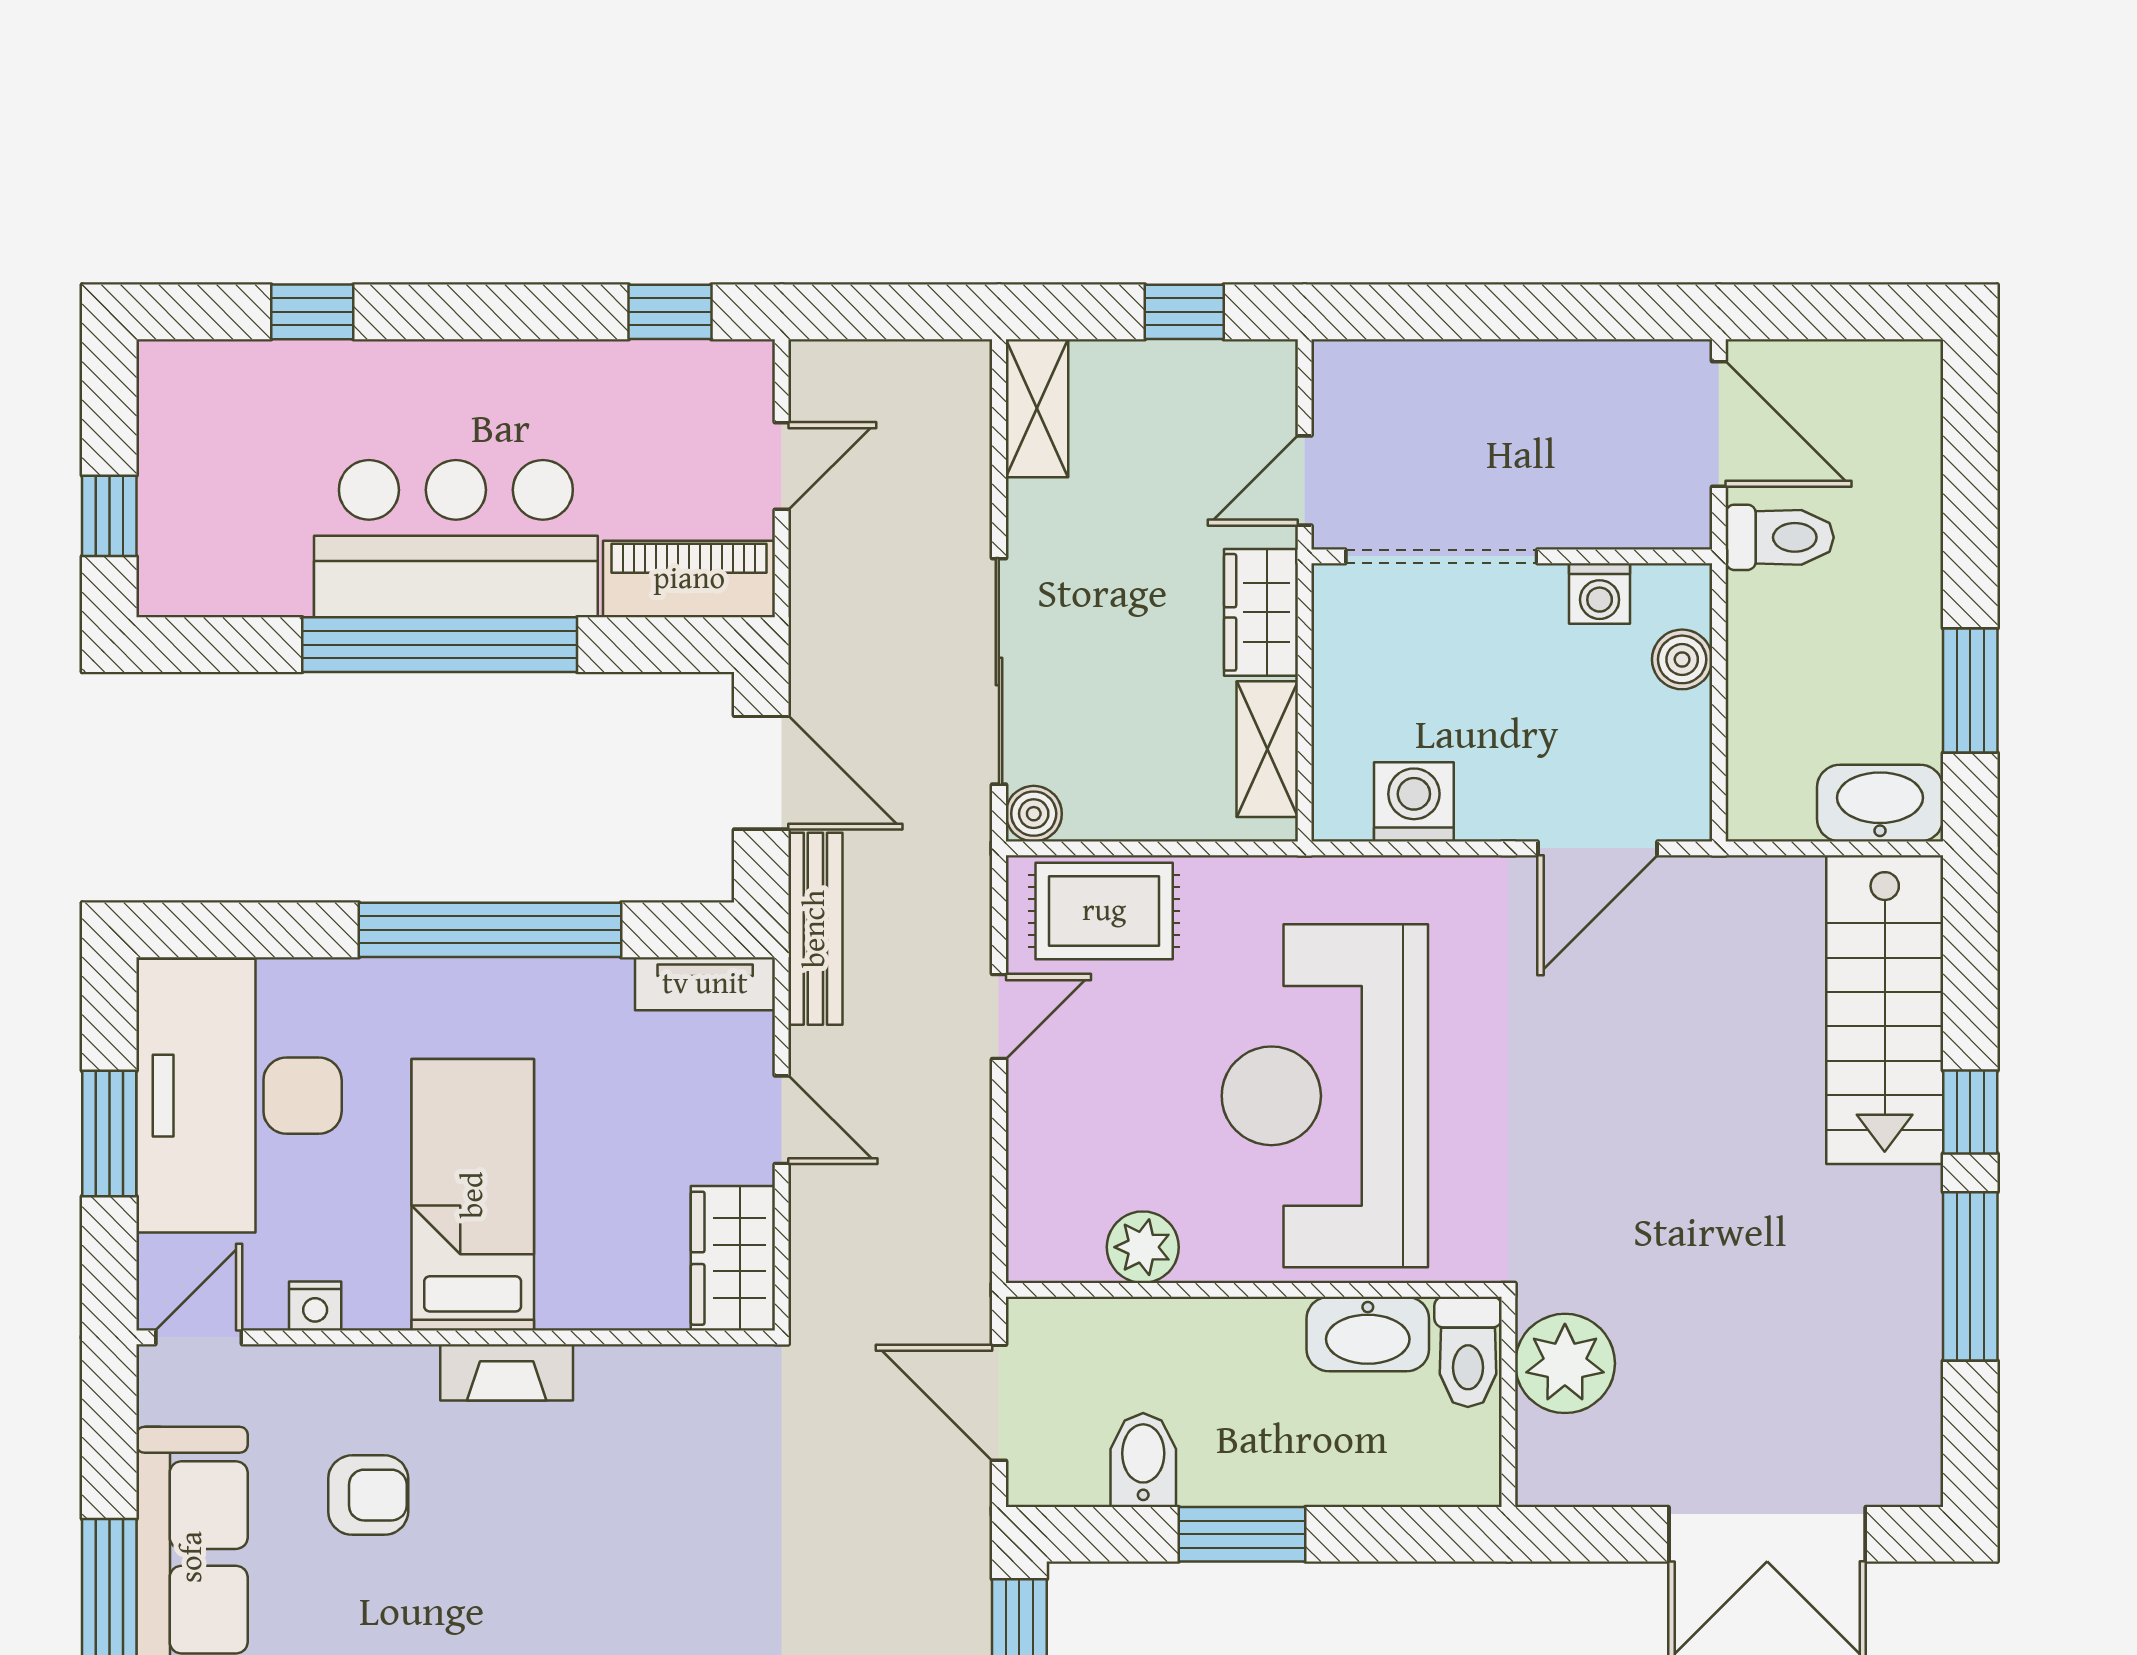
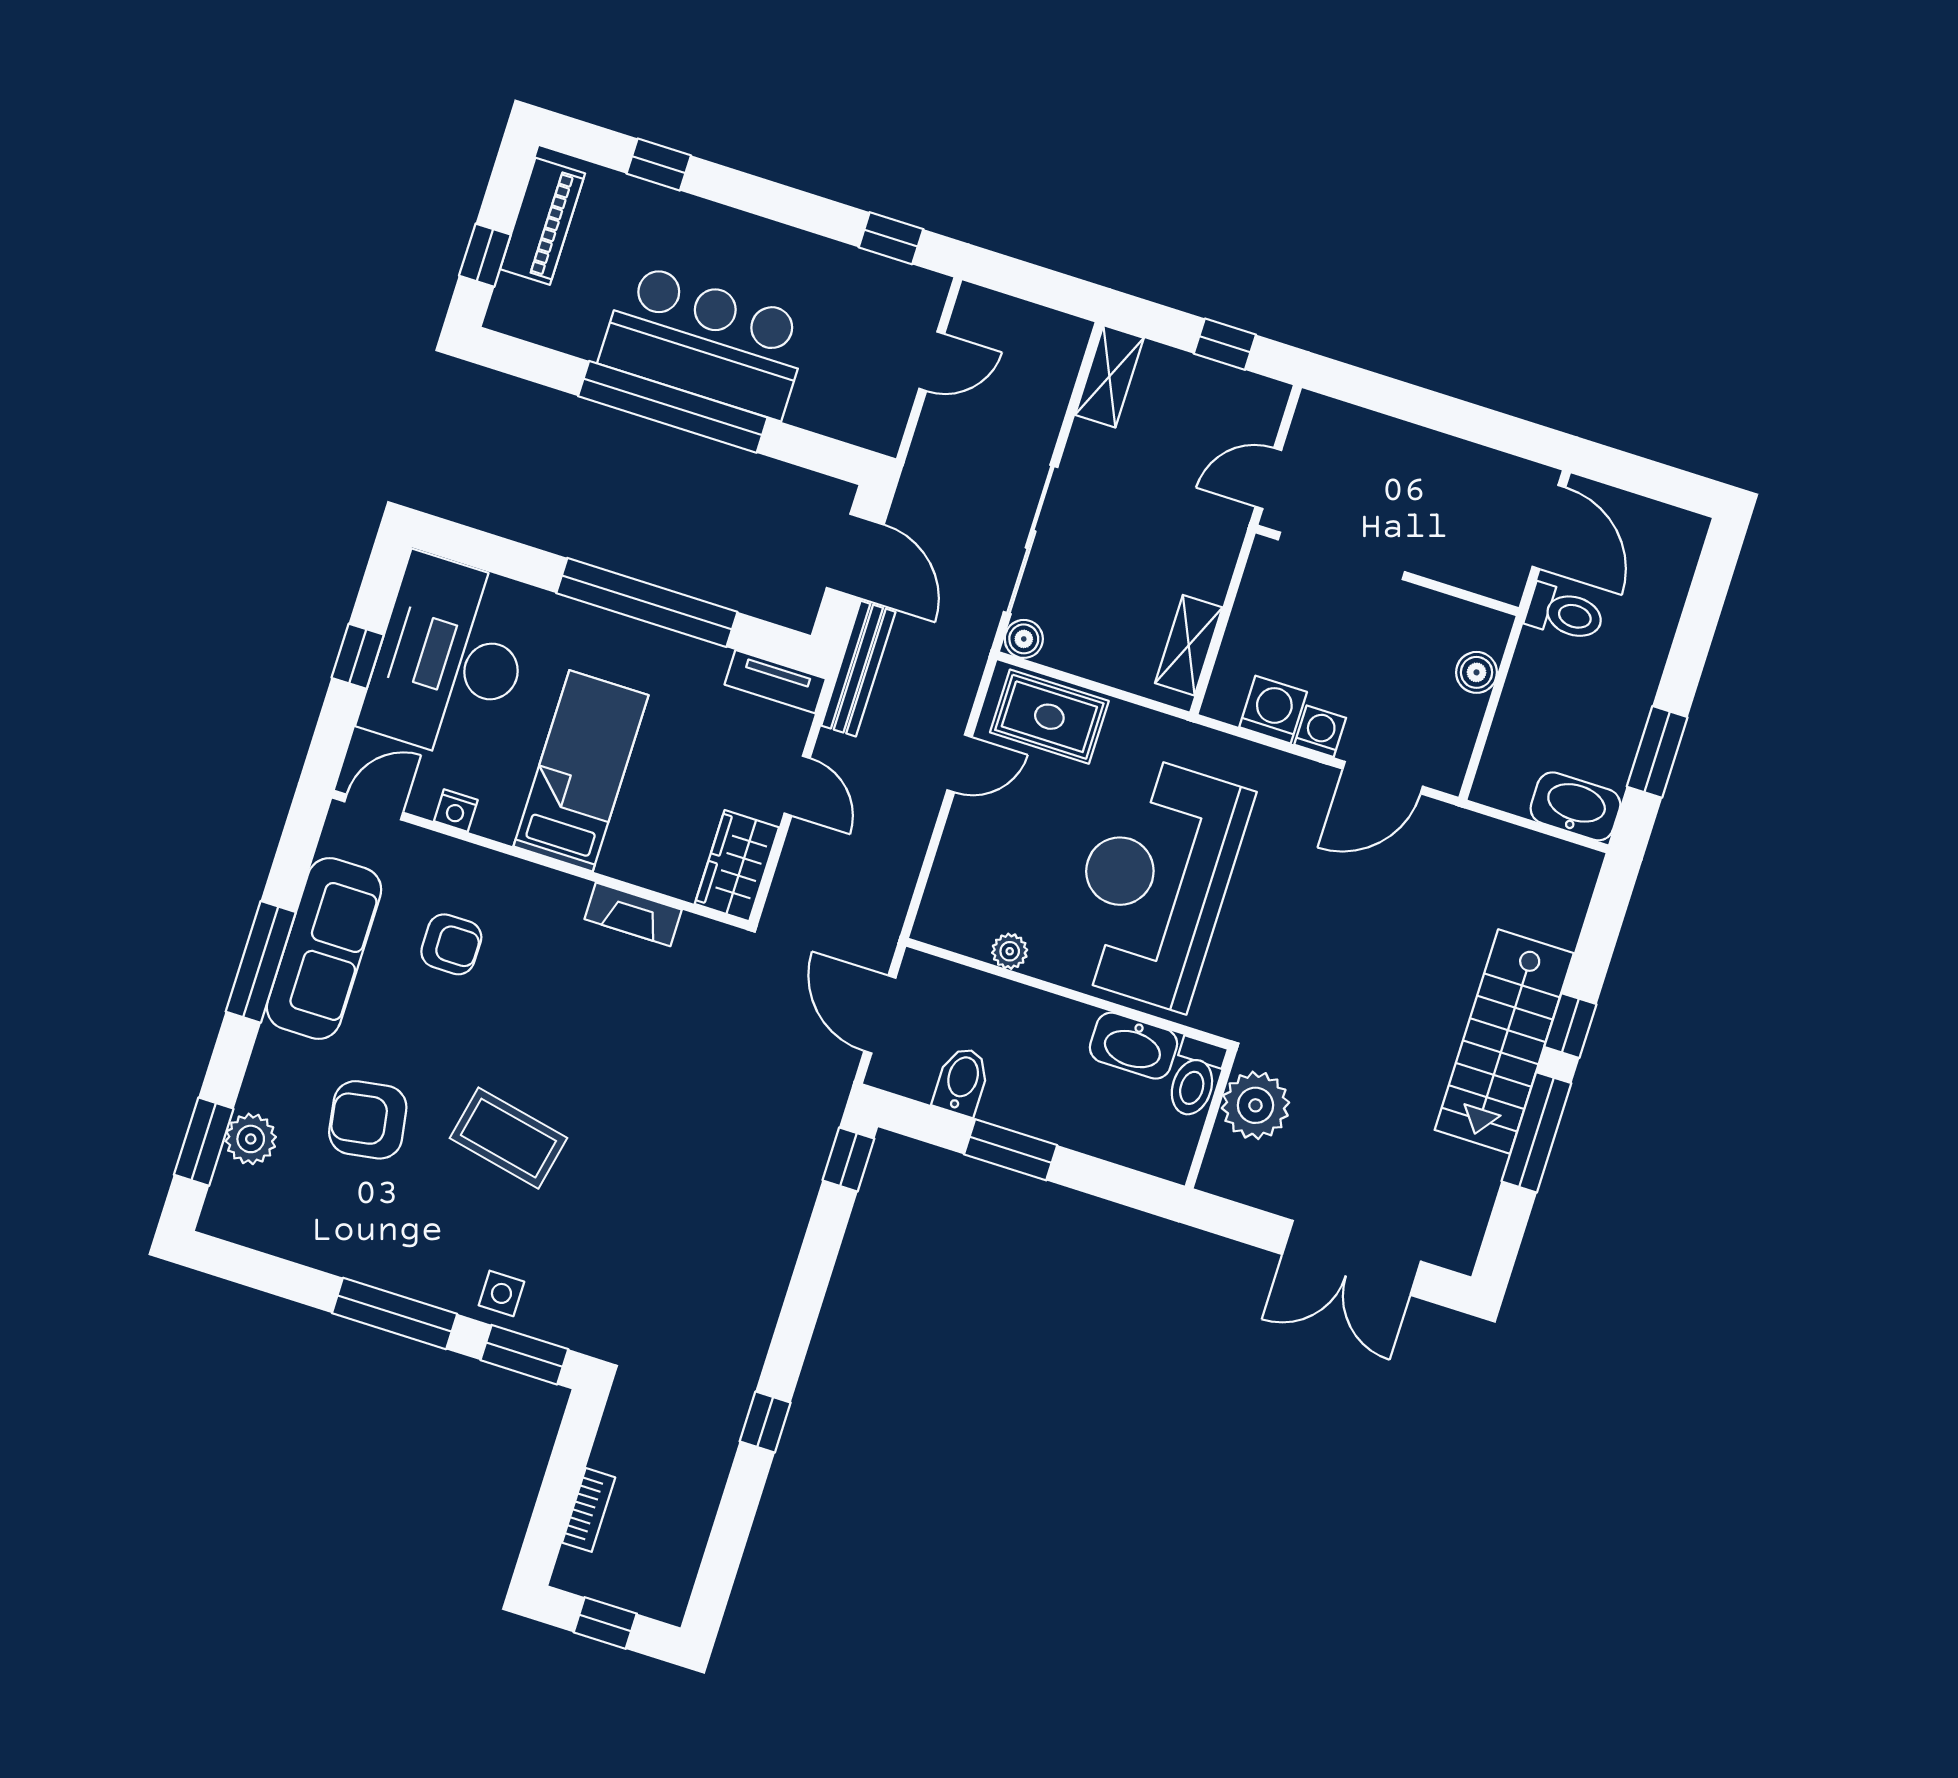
piano: (689, 579) -> (543, 221), moved, turned 90
washing machine: (1600, 593) -> (1320, 731), moved, turned 180
wardrobe: (1261, 612) -> (1213, 555), removed
stairs: (1885, 1010) -> (1504, 1042), moved
window: (109, 1134) -> (358, 656), width x0.67
plant: (1143, 1247) -> (1010, 951), width x0.73, depth x0.73
fireplace: (507, 1372) -> (633, 914), moved

